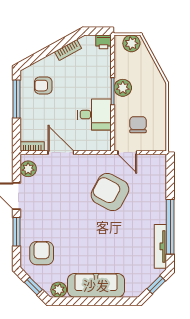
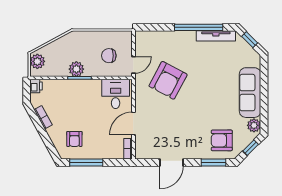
desk: (94, 115) -> (116, 94), moved
plant: (28, 169) -> (148, 152), removed
window: (16, 232) -> (213, 162), moved

